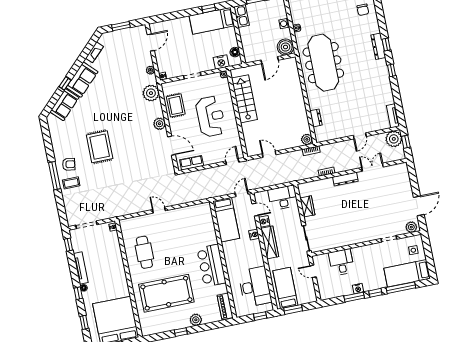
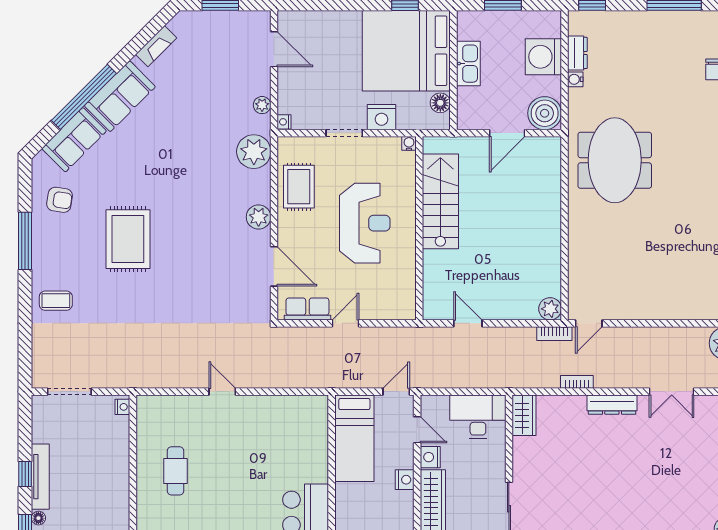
kitchen sink: (242, 16) -> (468, 64), moved
bed: (212, 21) -> (406, 51), width x2.04
washing machine: (284, 24) -> (543, 57), width x1.89, depth x1.89
door: (151, 43) -> (274, 49), hinge flipped
nightstand: (221, 62) -> (382, 117), moved
meeting table: (323, 63) -> (615, 160), width x0.73
window: (65, 83) -> (84, 97), width x3.17
dresser: (316, 118) -> (577, 53), moved
door: (360, 136) -> (589, 323), moved
door: (232, 162) -> (346, 323), moved
armchair: (69, 164) -> (60, 200), moved
double door: (372, 167) -> (672, 392), swing flipped
window: (55, 176) -> (25, 241), moved
wardrobe: (307, 206) -> (524, 415), moved
window: (68, 245) -> (25, 474), moved
cafe table: (144, 252) -> (176, 471), width x0.73, depth x0.74

